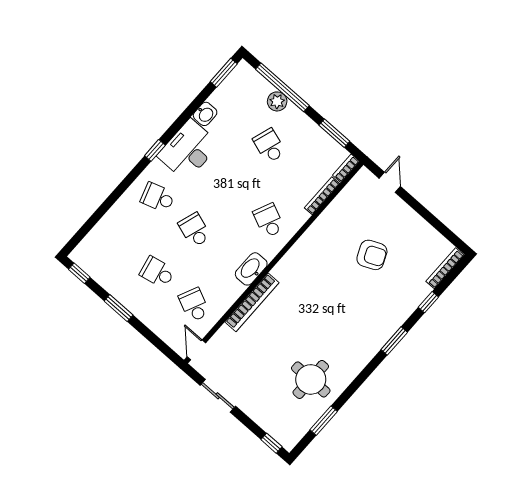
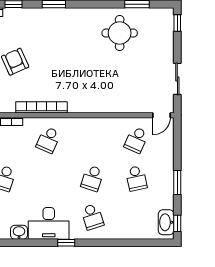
washbasin: (251, 269) -> (166, 222), moved, turned 90
bookcase: (252, 302) -> (41, 107), moved

